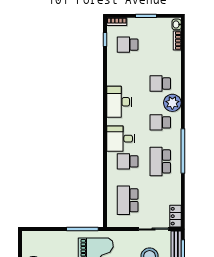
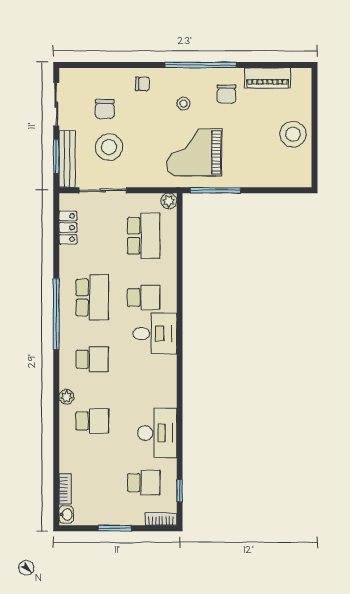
desk: (119, 102) -> (157, 433), moved
plant: (172, 103) -> (66, 397), width x0.53, depth x0.53
locker: (175, 216) -> (68, 228), moved
plant: (112, 222) -> (169, 201), added

